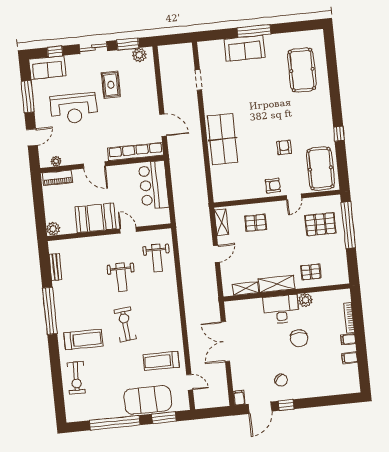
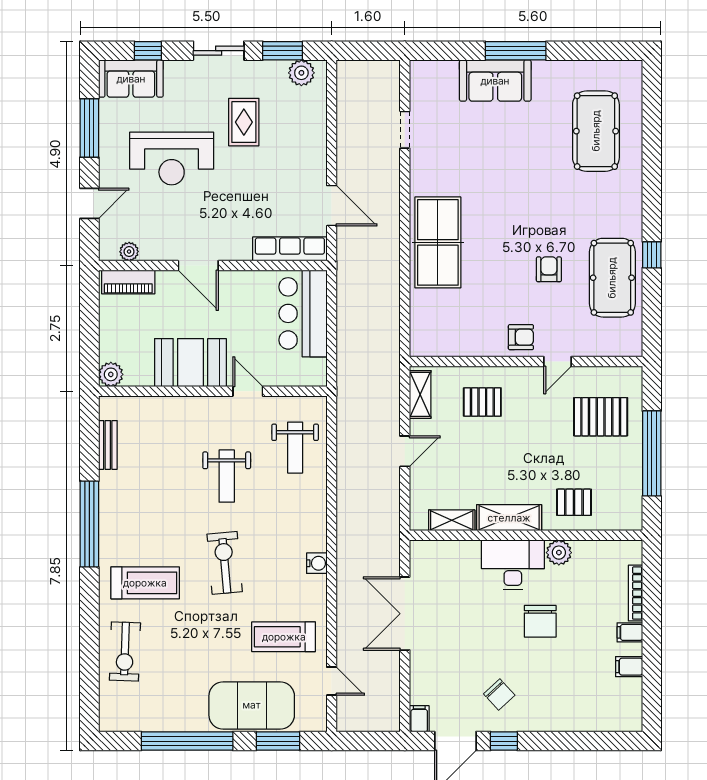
row of seats: (136, 152) -> (290, 249), width x0.73
pool table: (320, 169) -> (612, 278), moved
window: (348, 225) -> (652, 453), moved
water cooler: (175, 319) -> (317, 563), added

